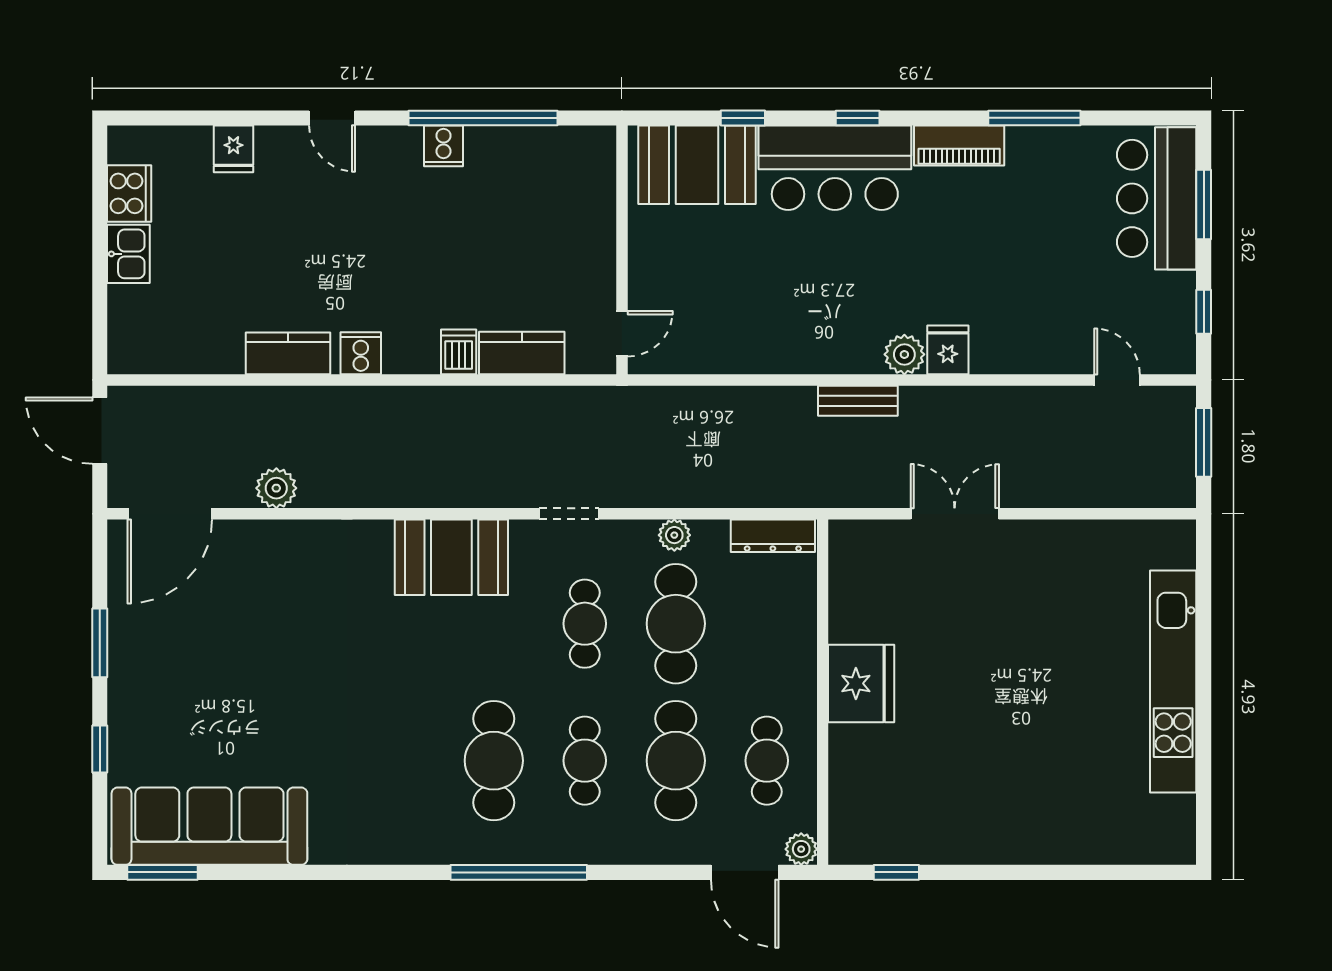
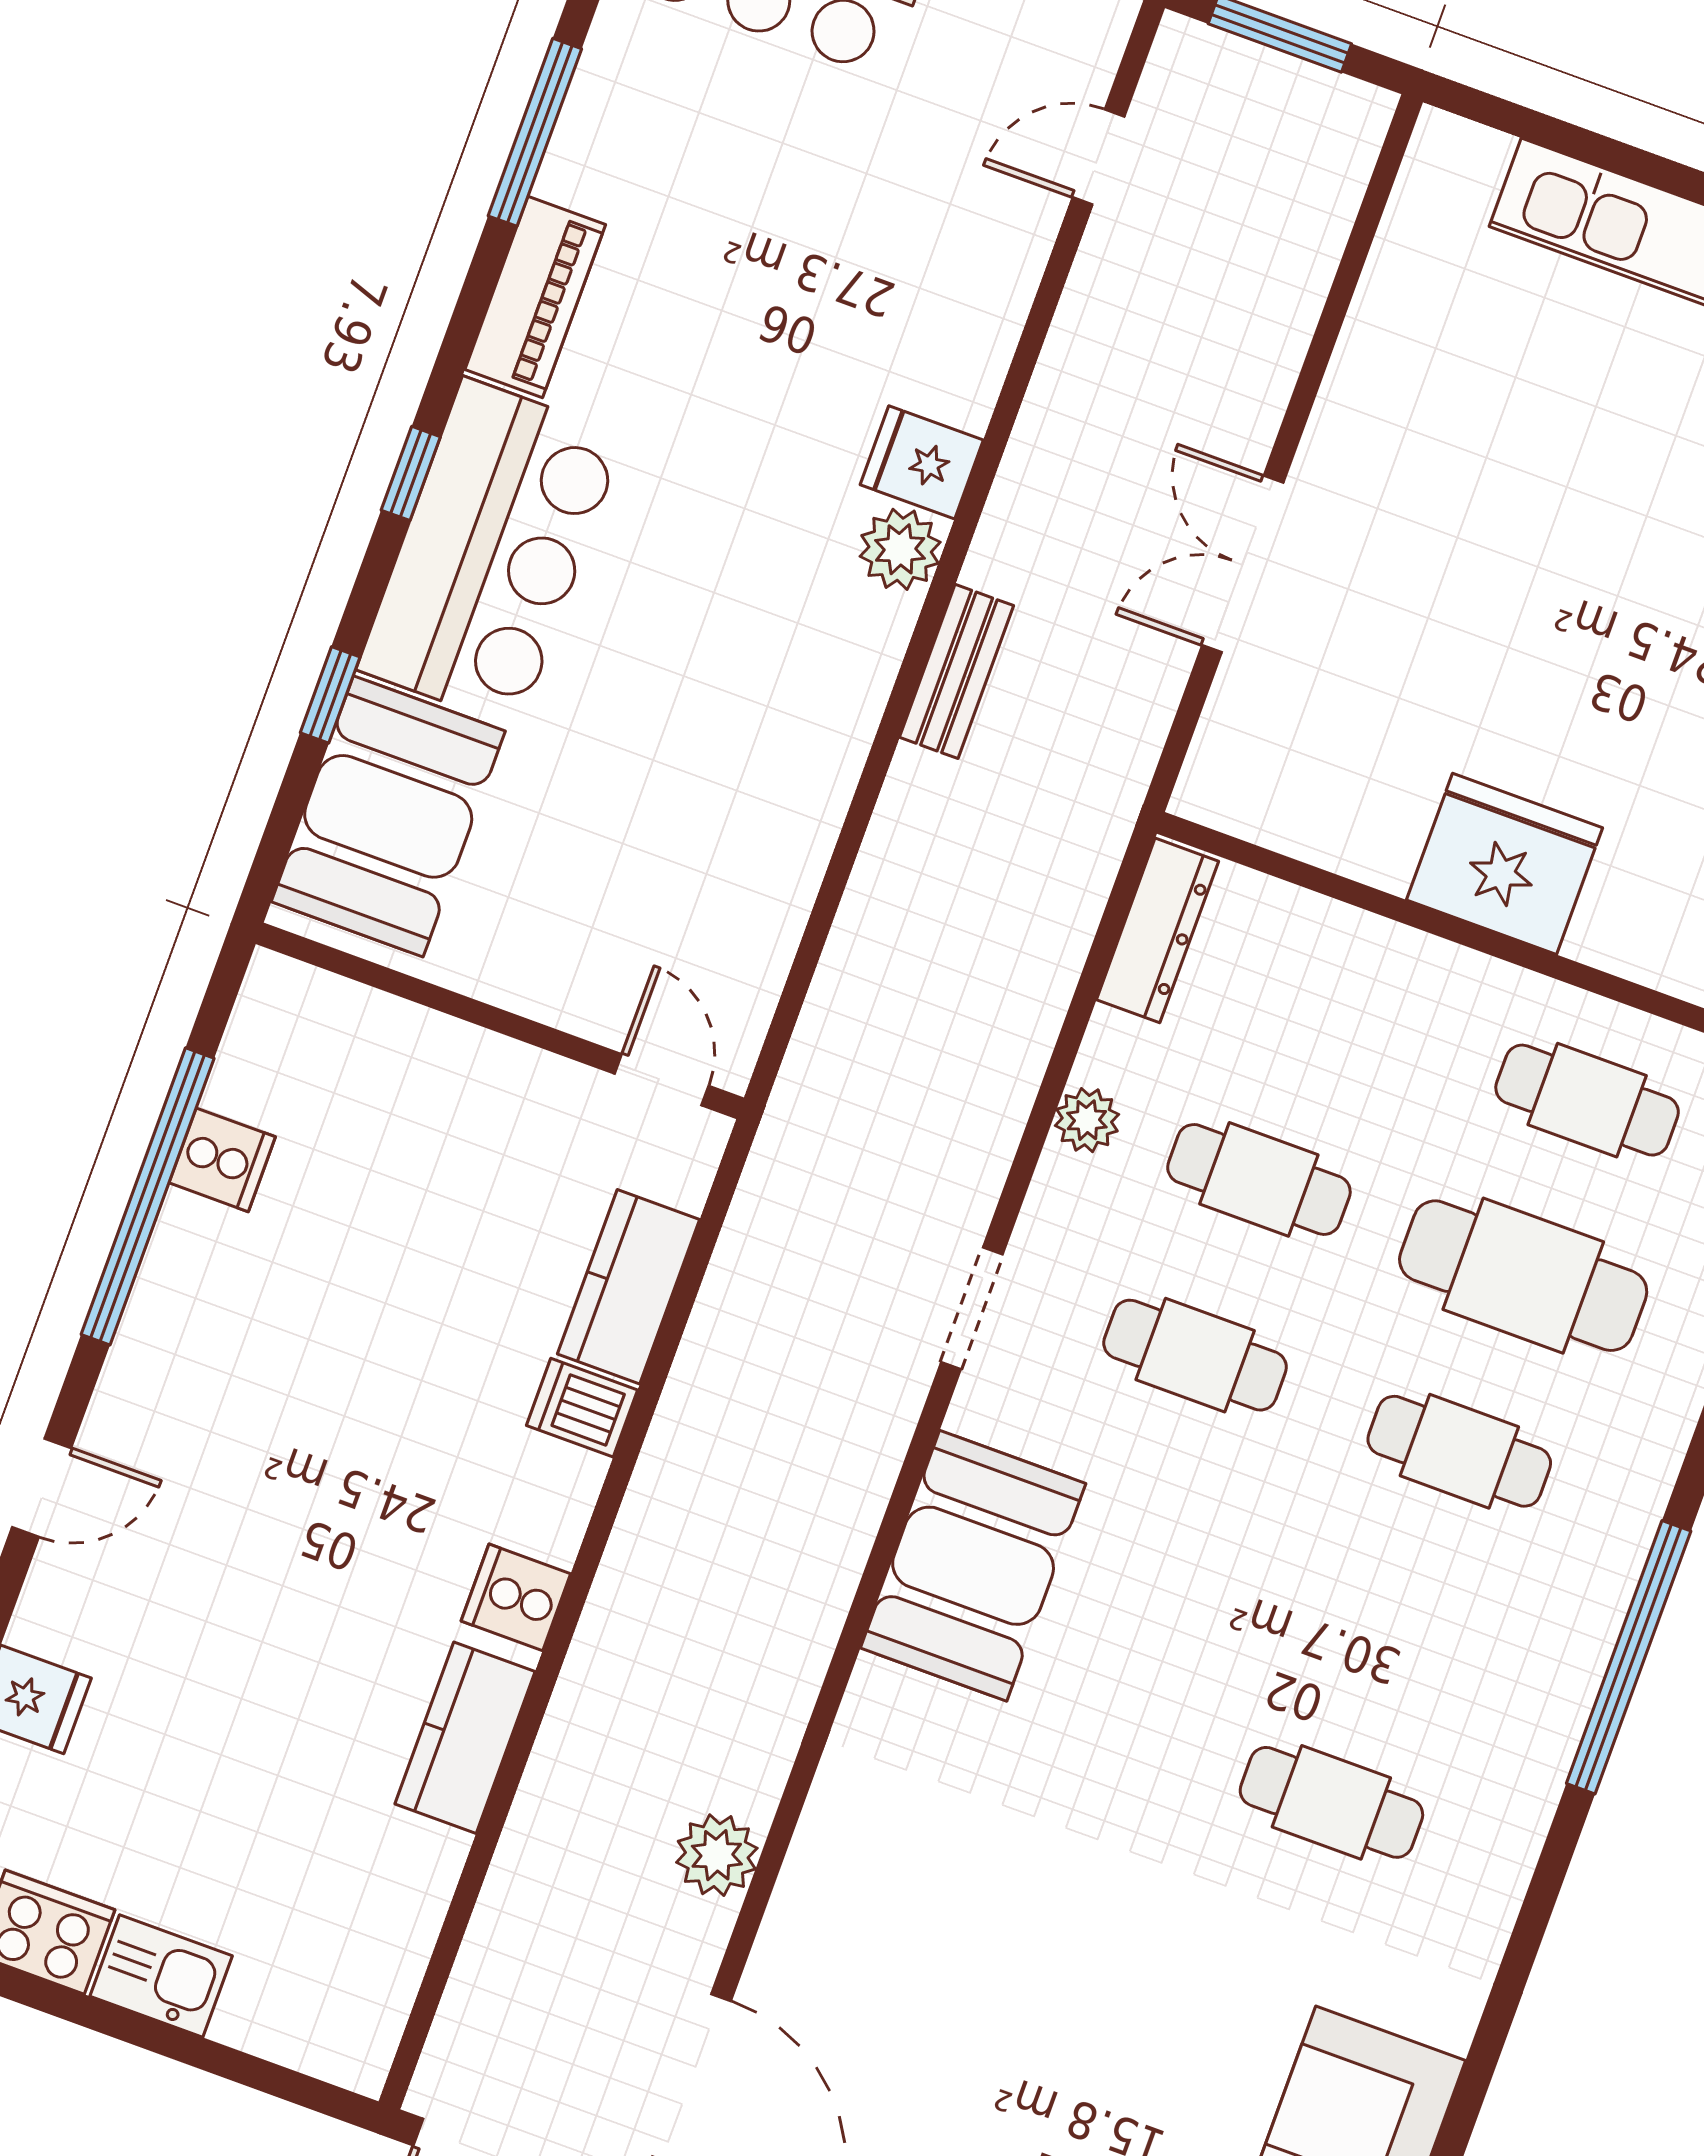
cooker: (443, 146) -> (222, 1160), moved
cafe table: (676, 624) -> (1259, 1179), width x0.73, depth x0.74
cafe table: (494, 761) -> (1331, 1802), moved, width x0.73, depth x0.74

